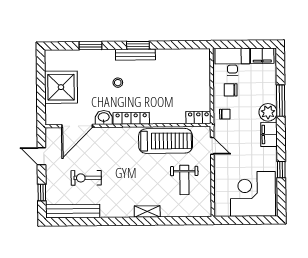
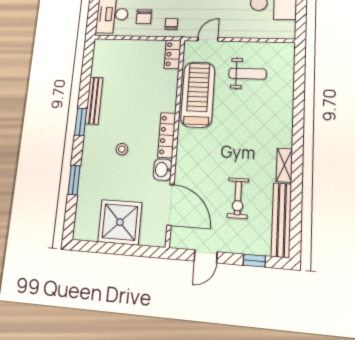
bench: (135, 55) -> (94, 101), moved
shelving: (147, 211) -> (284, 165), moved

